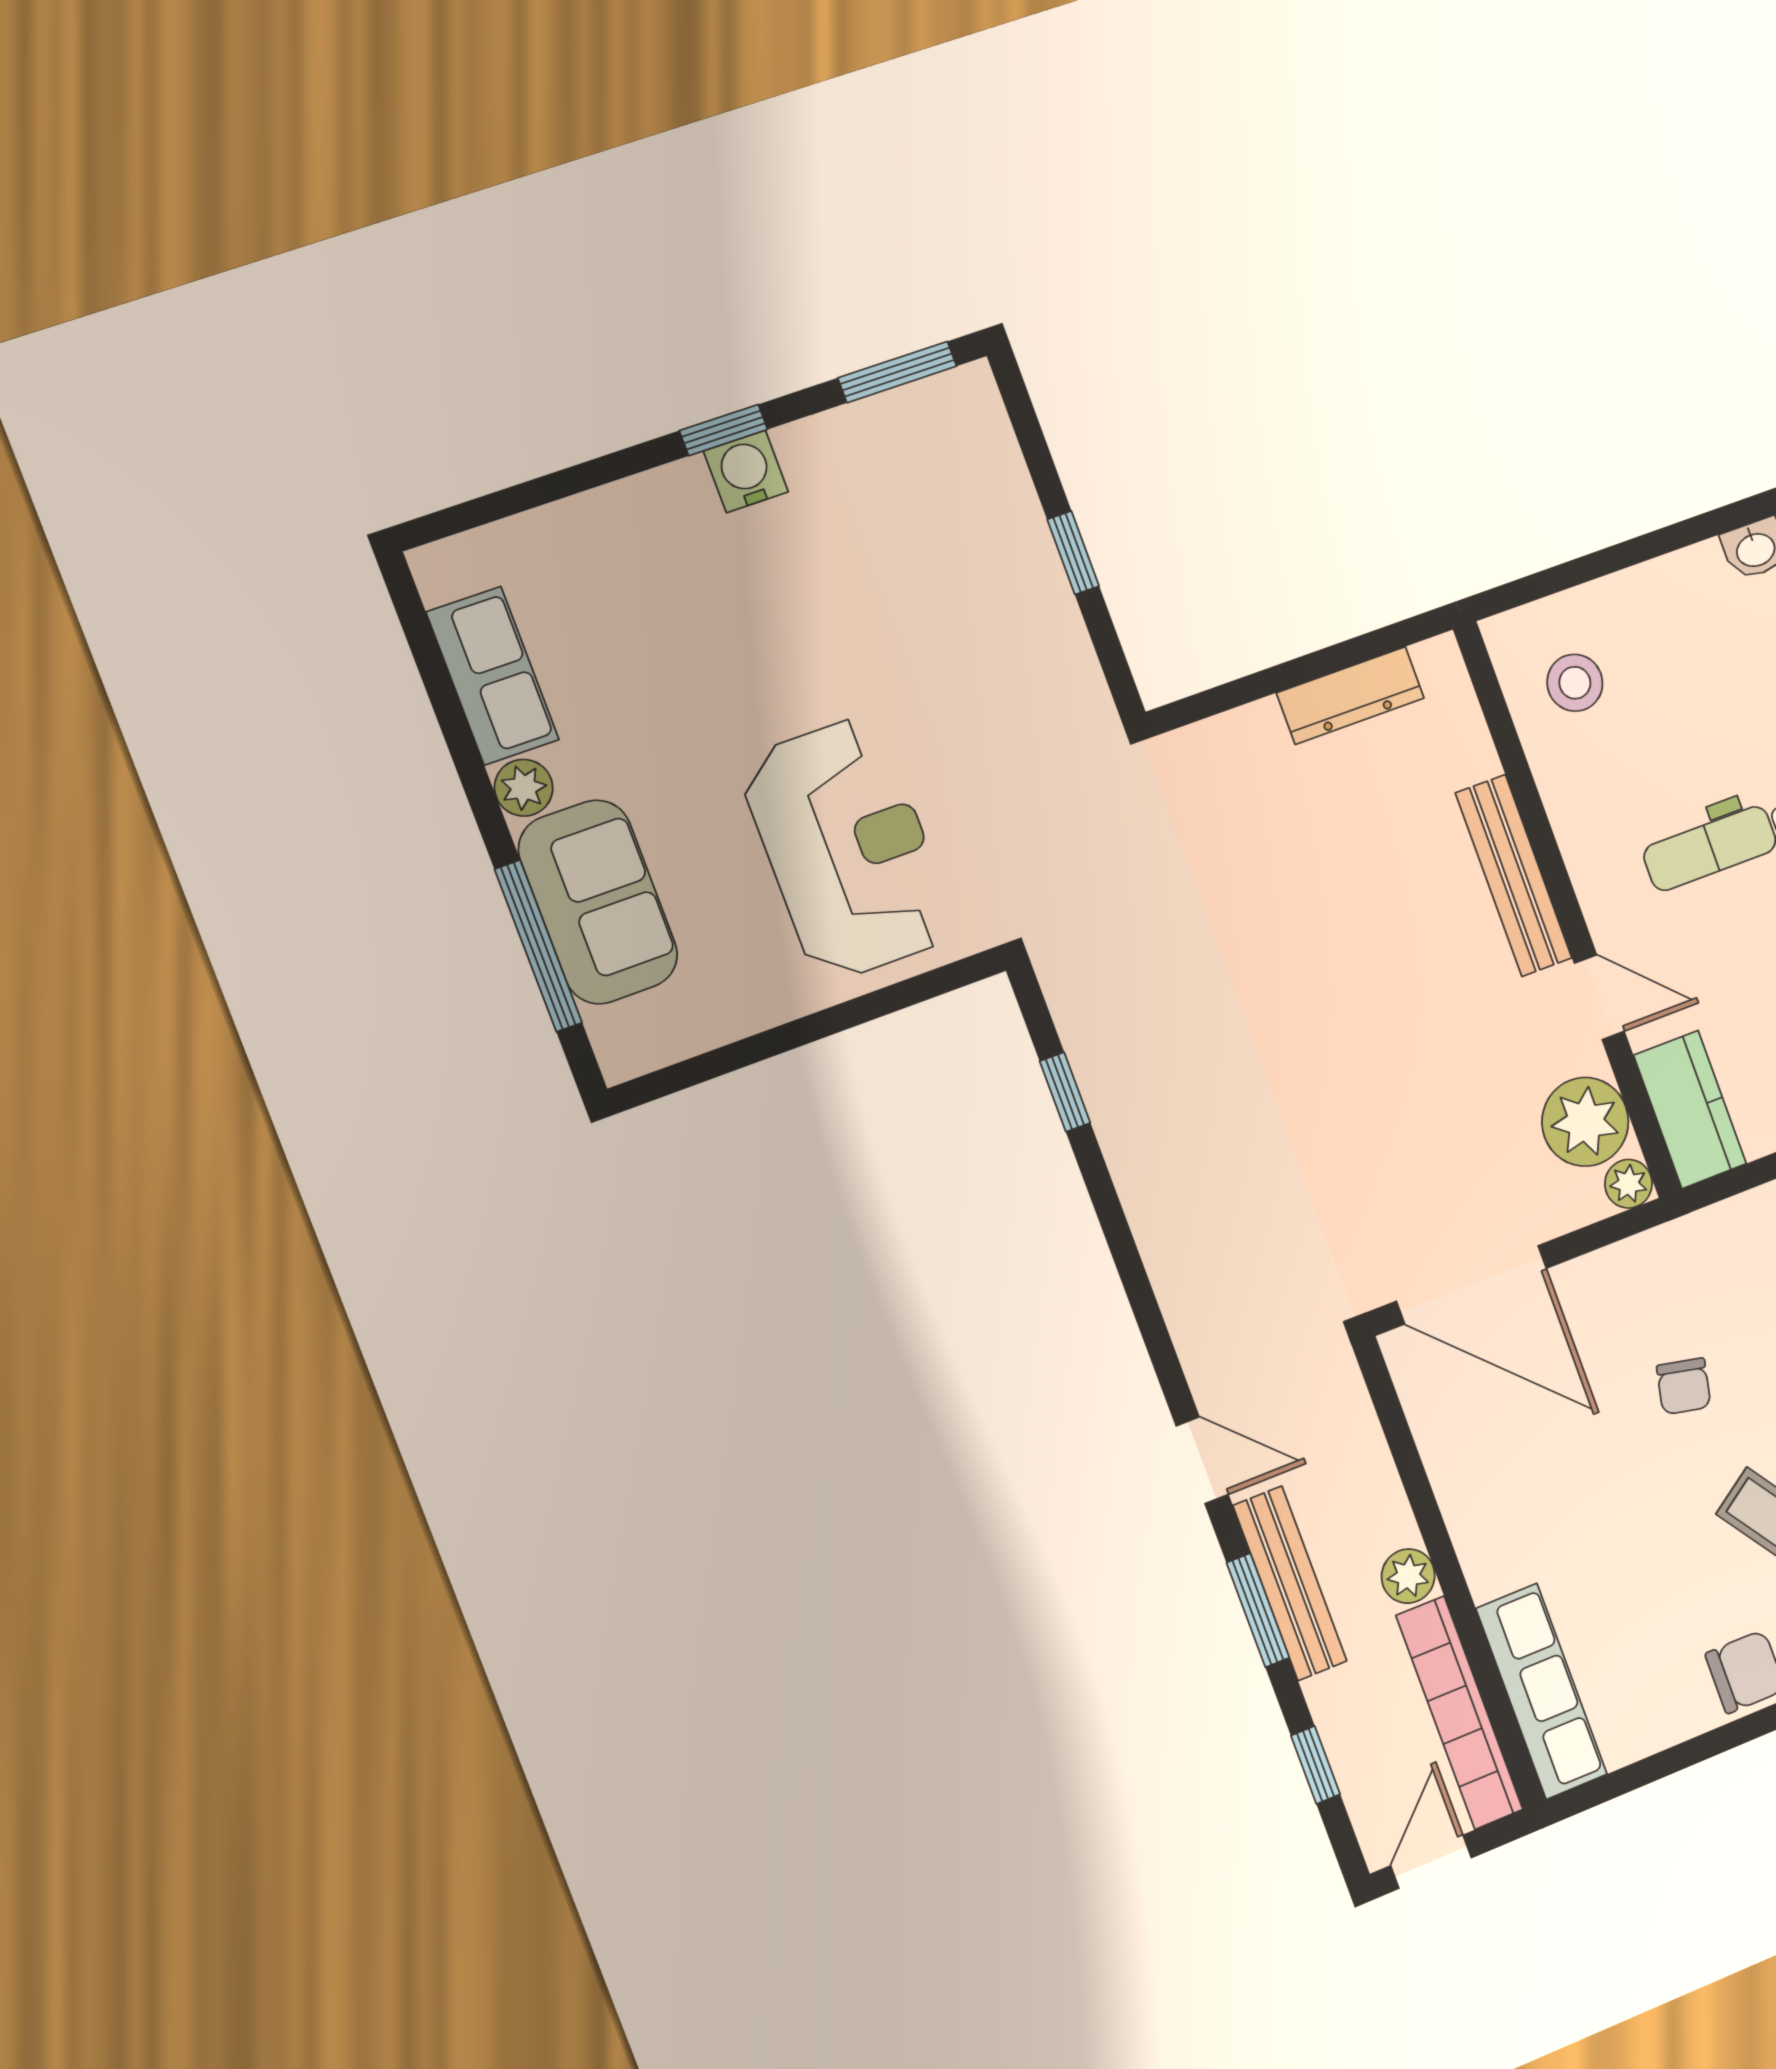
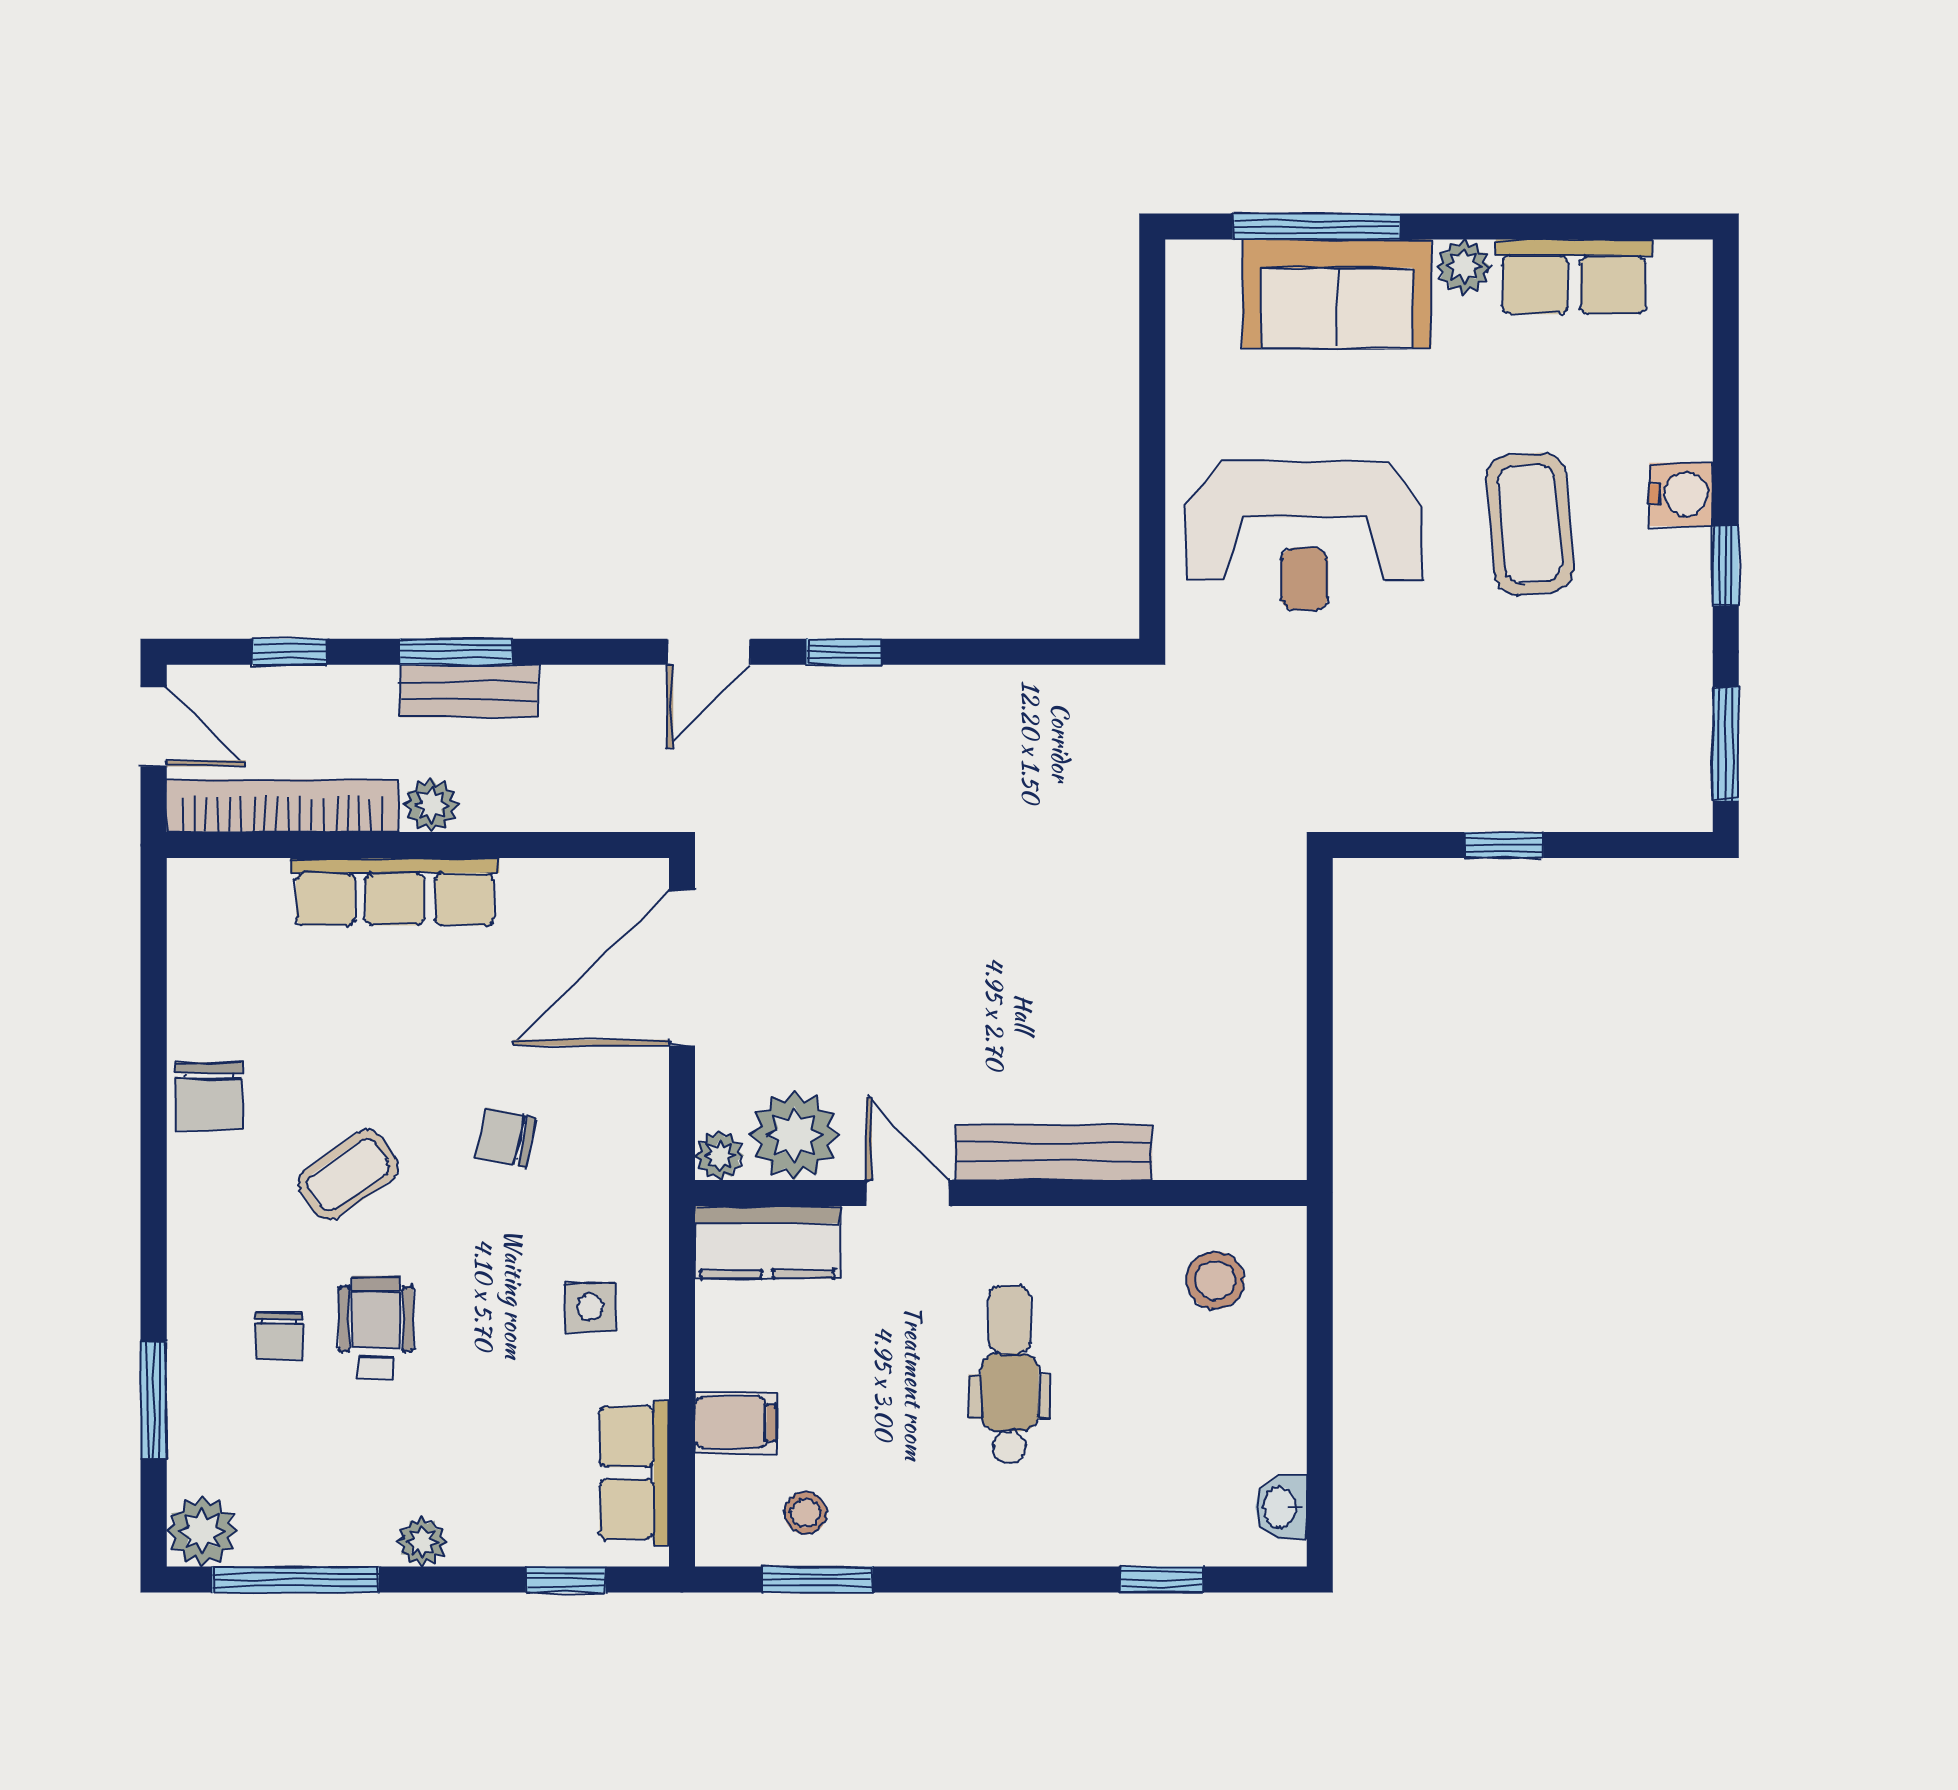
water cooler: (746, 471) -> (1681, 494), moved
coffee table: (754, 635) -> (1530, 524), added
dresser: (1350, 695) -> (1280, 1058), removed
door: (1599, 997) -> (907, 1193), swing flipped
window: (1065, 1092) -> (844, 652), moved
door: (1202, 1460) -> (709, 652), moved
bench: (1290, 1583) -> (469, 691), width x0.73
row of seats: (1542, 1691) -> (395, 892), moved

